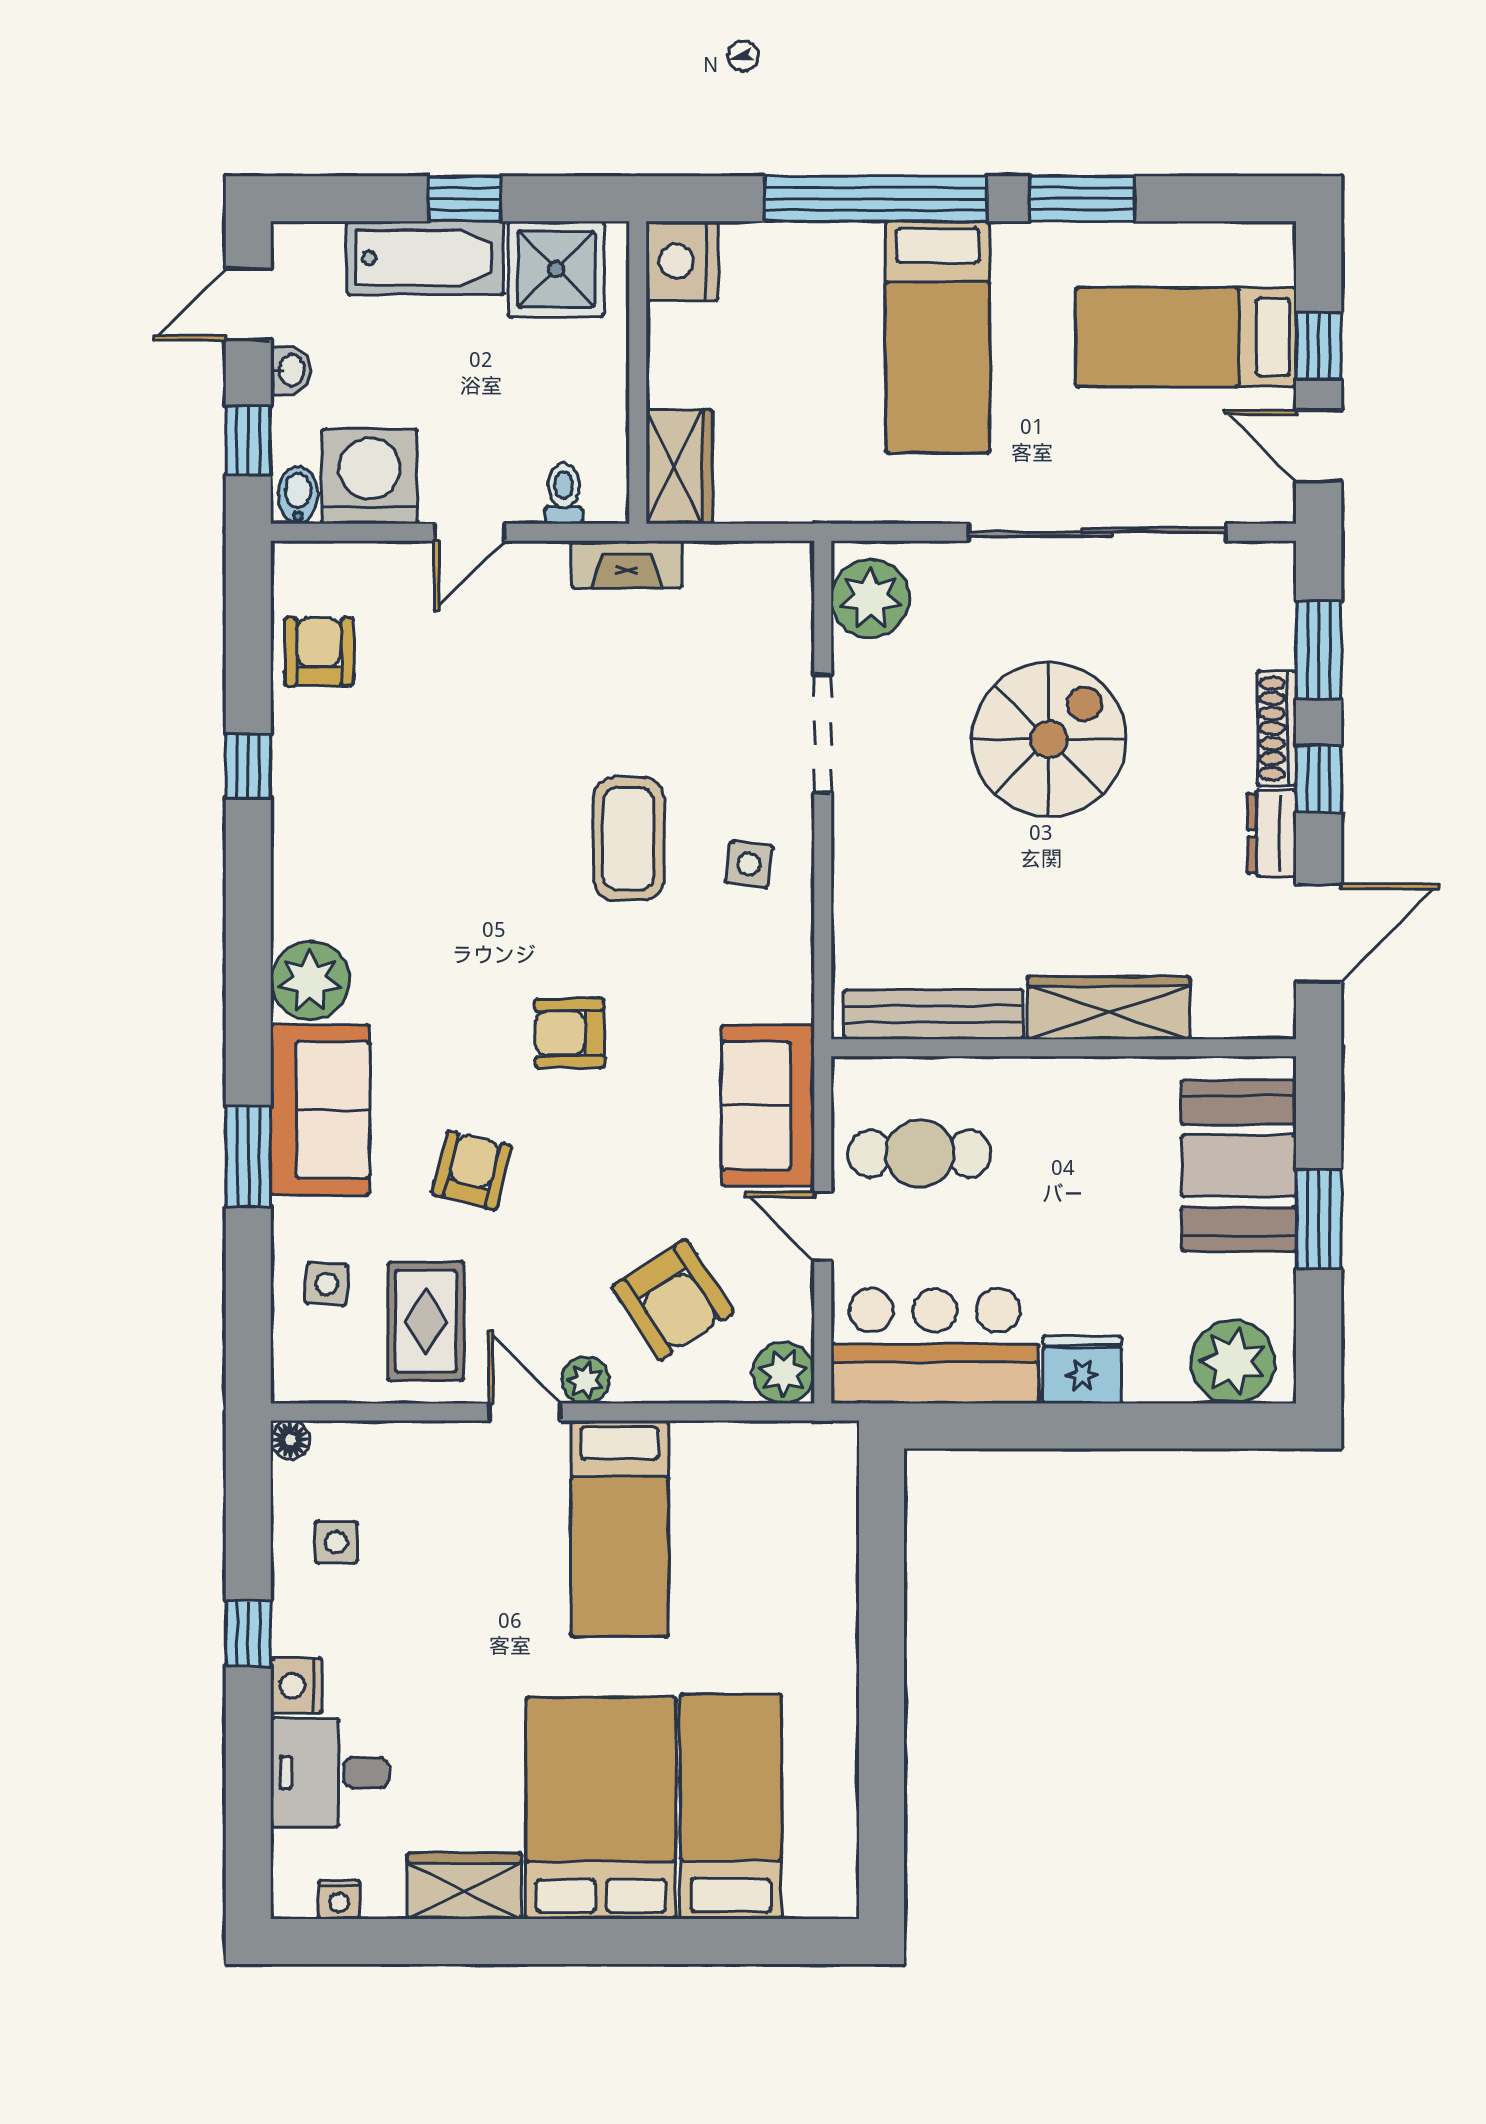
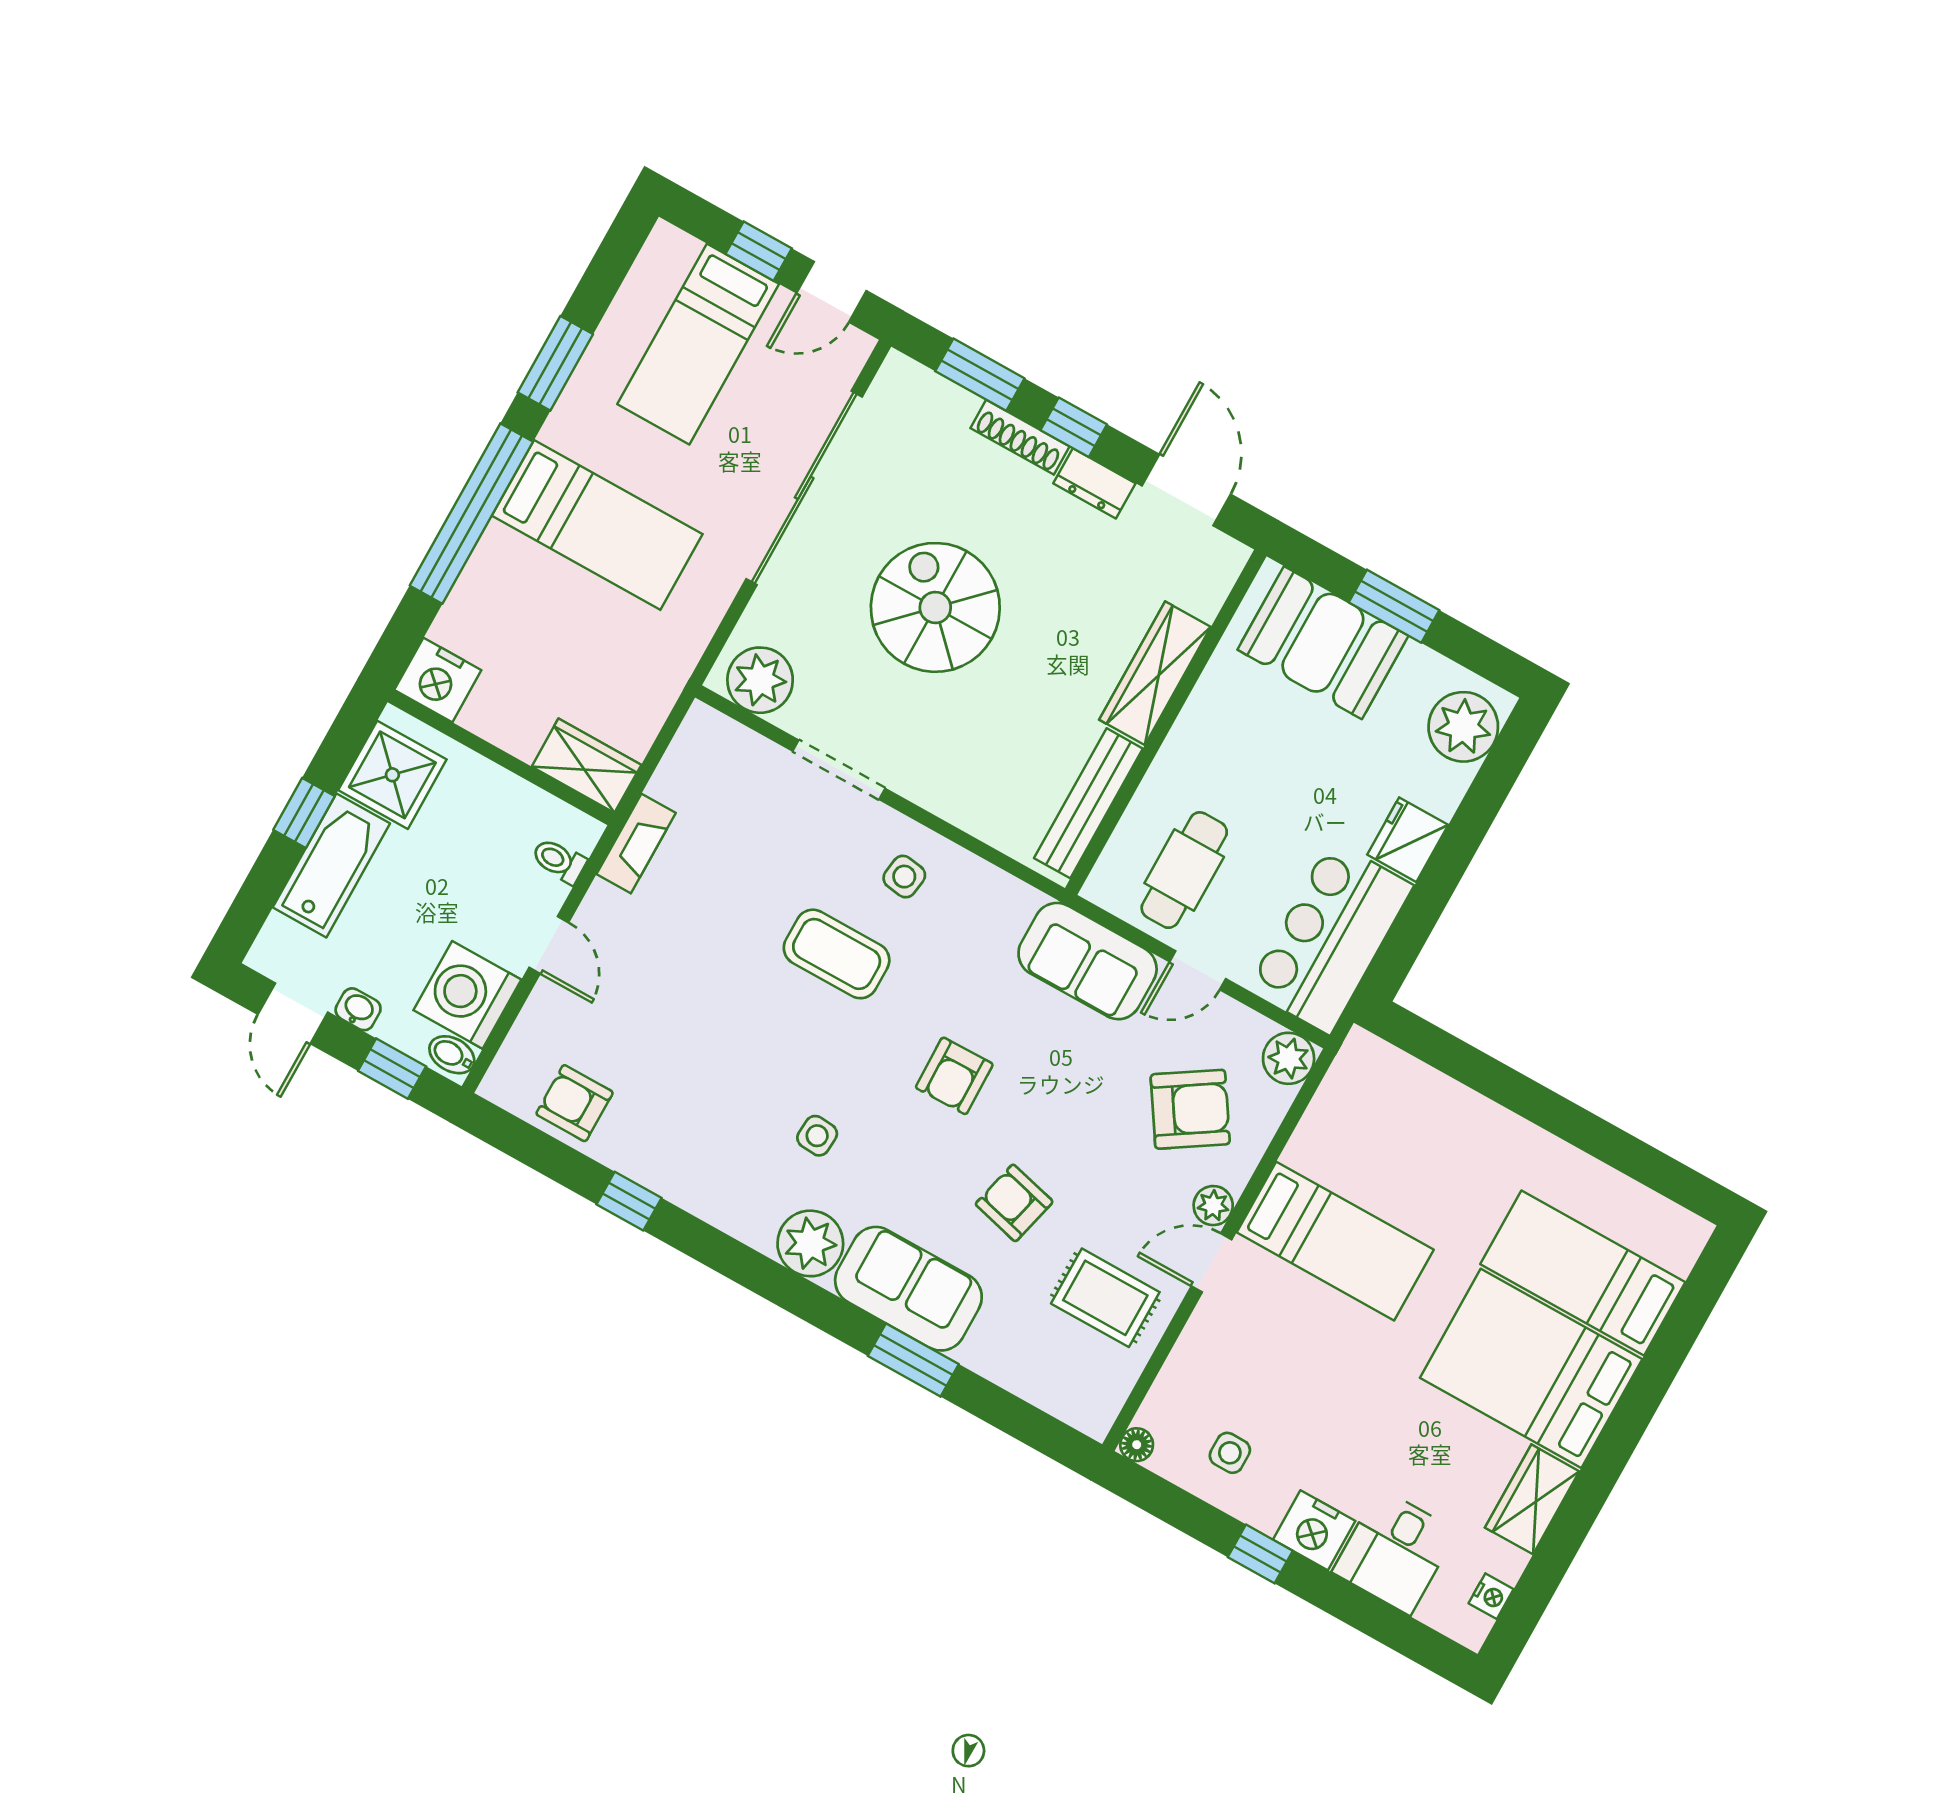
side table: (327, 1284) -> (817, 1136), moved
nightstand: (296, 1686) -> (1314, 1530), width x1.36, depth x1.33

